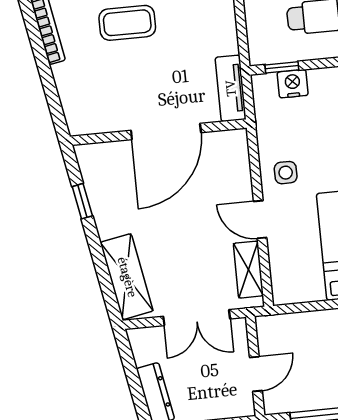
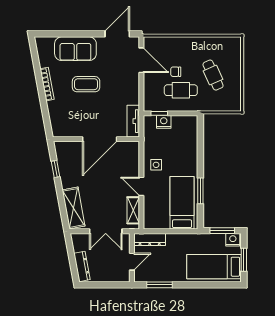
dresser: (287, 325) -> (150, 239), added

